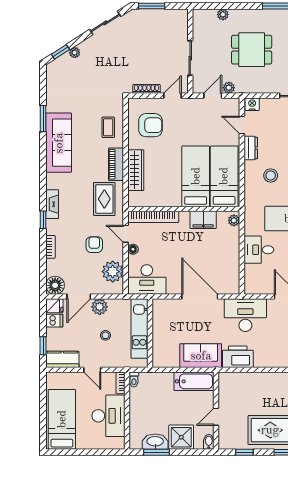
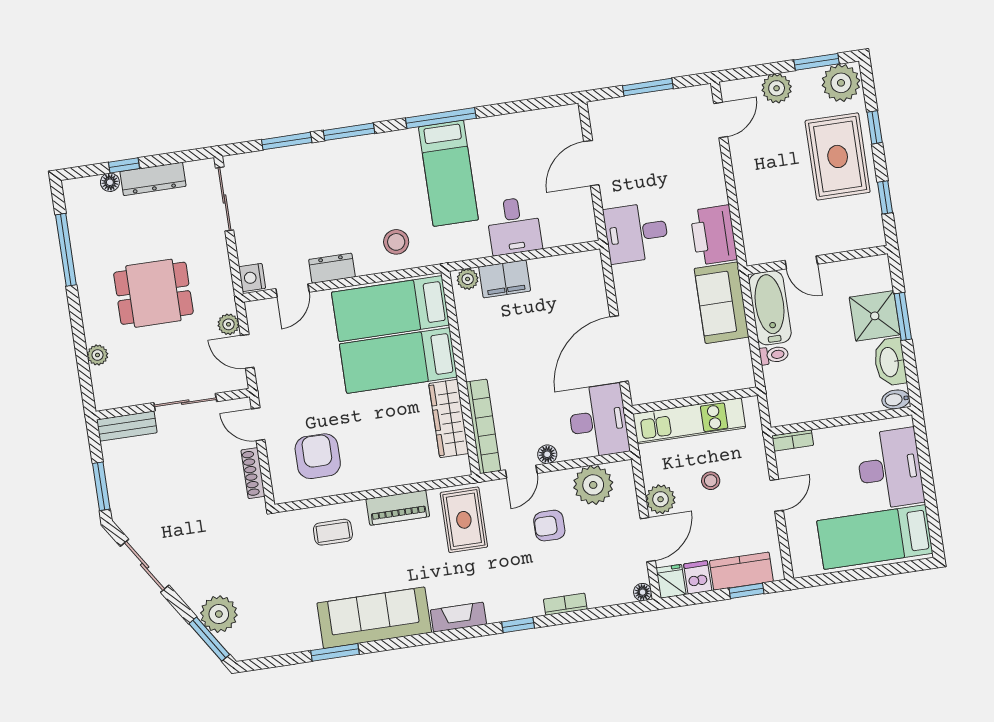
bench: (182, 25) -> (127, 426), added
dining table: (252, 50) -> (153, 293), turned 90
window: (60, 52) -> (209, 639), width x1.50
plant: (75, 53) -> (219, 614), width x1.87, depth x1.87
wardrobe: (136, 170) -> (449, 418), moved, turned -90
stool: (271, 175) -> (396, 242), moved
rug: (104, 199) -> (464, 520), turned 90
fireplace: (52, 204) -> (458, 617), moved
filing cabinet: (203, 220) -> (505, 279), moved, turned 90
floor lamp: (55, 285) -> (643, 592), width x0.53, depth x0.53
door: (79, 297) -> (648, 540), hinge flipped
door: (200, 297) -> (619, 349), moved
desk: (245, 315) -> (636, 233), width x0.73
kitchen counter: (62, 359) -> (741, 571), moved, turned 90
toilet: (134, 380) -> (774, 355), moved
desk: (108, 416) -> (890, 469), moved, turned 90
door: (216, 417) -> (801, 262), moved
bidet: (209, 442) -> (896, 399), moved
window: (157, 452) -> (903, 316), moved

